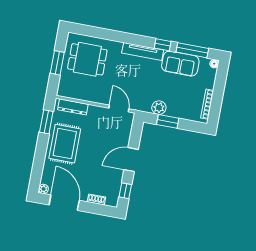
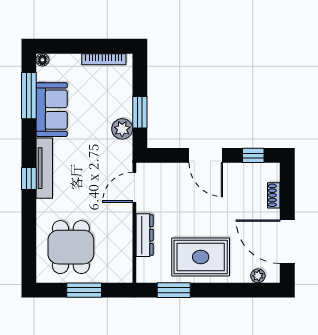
window: (163, 45) -> (29, 178), moved
dresser: (73, 107) -> (145, 235), moved
plant: (43, 189) -> (258, 276), moved
door: (64, 203) -> (287, 242), hinge flipped

